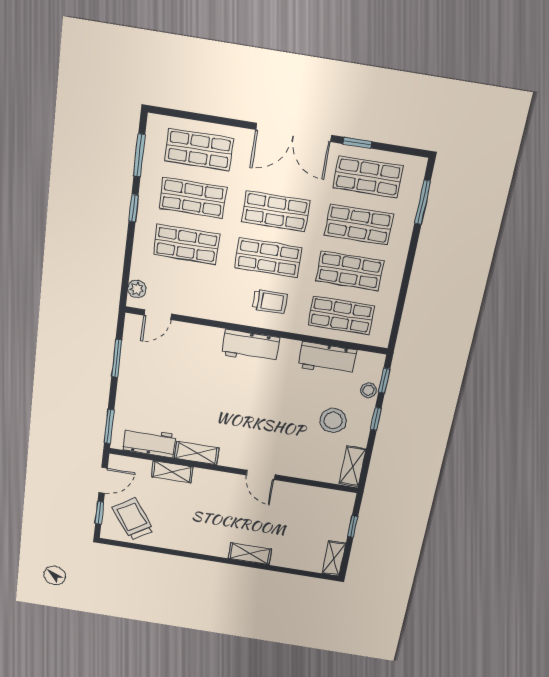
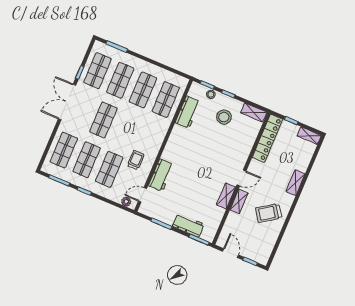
double door: (294, 132) -> (67, 102), swing flipped
shop shelf: (268, 258) -> (126, 130), removed
trolley: (270, 302) -> (136, 160), moved
door: (158, 315) -> (142, 195), swing flipped
workbench: (250, 346) -> (161, 175), moved
workbench: (149, 442) -> (188, 225), moved, turned 90
shelving: (172, 472) -> (239, 201), moved
door: (261, 475) -> (241, 178), moved
locker: (314, 497) -> (268, 138), added
trolley: (133, 519) -> (268, 213), moved

